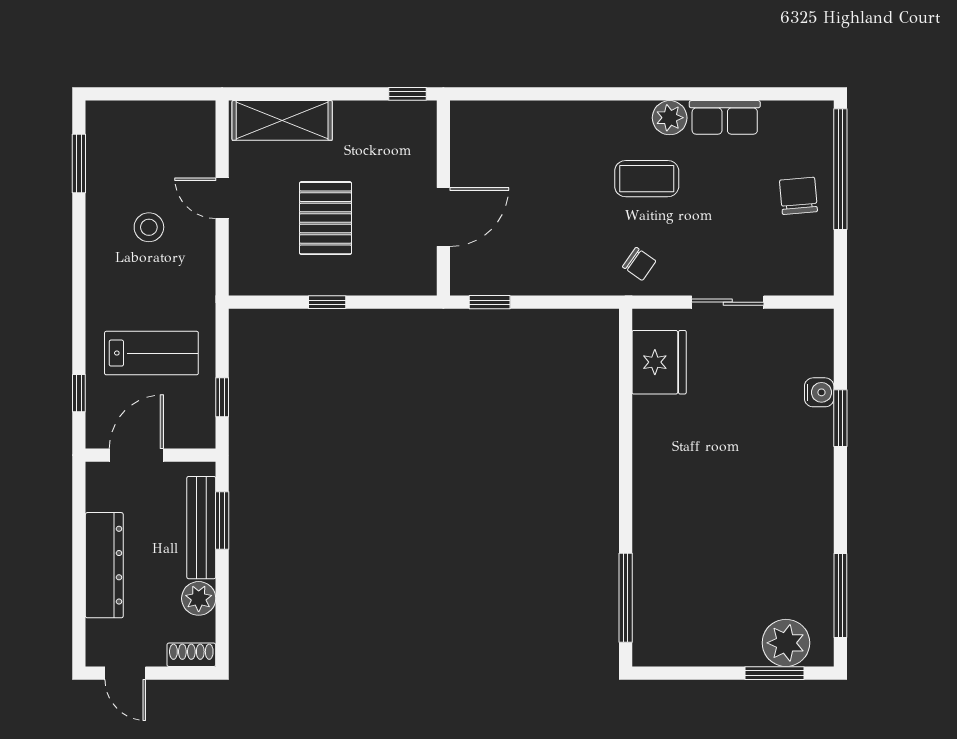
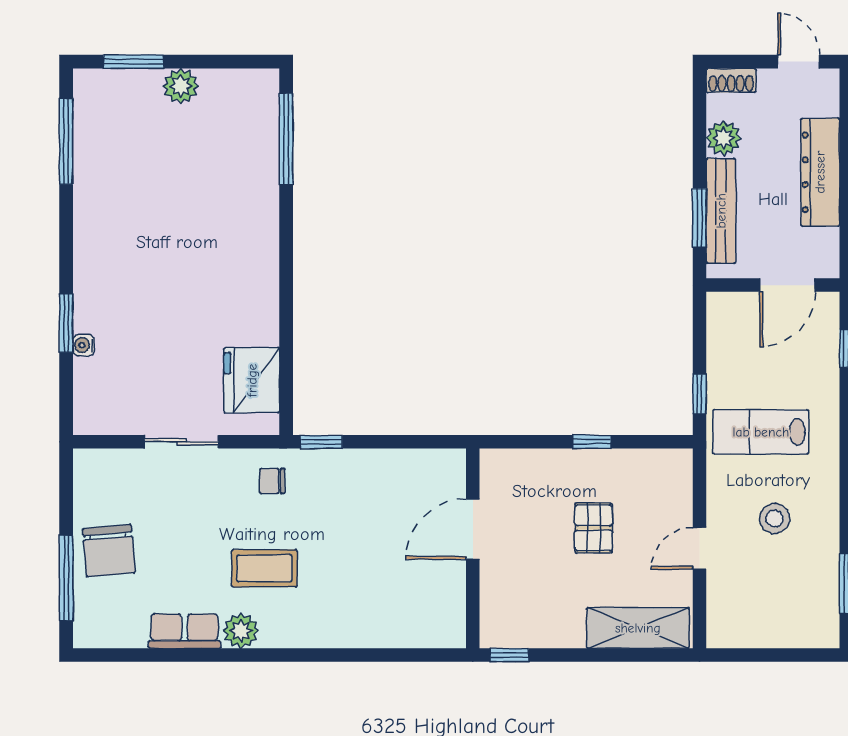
window: (840, 169) -> (66, 578), width x0.68
chair: (798, 196) -> (109, 551), width x1.37, depth x1.37
door: (222, 198) -> (699, 548), swing flipped
pallet: (326, 218) -> (594, 528), width x0.67, depth x0.71
chair: (639, 264) -> (272, 481), turned -35
window: (490, 302) -> (321, 442), moved
lab bench: (151, 353) -> (761, 432), moved
water cooler: (819, 392) -> (84, 345), width x0.72, depth x0.72
window: (222, 397) -> (699, 394), moved
plant: (786, 643) -> (181, 86), moved, width x0.73, depth x0.73

